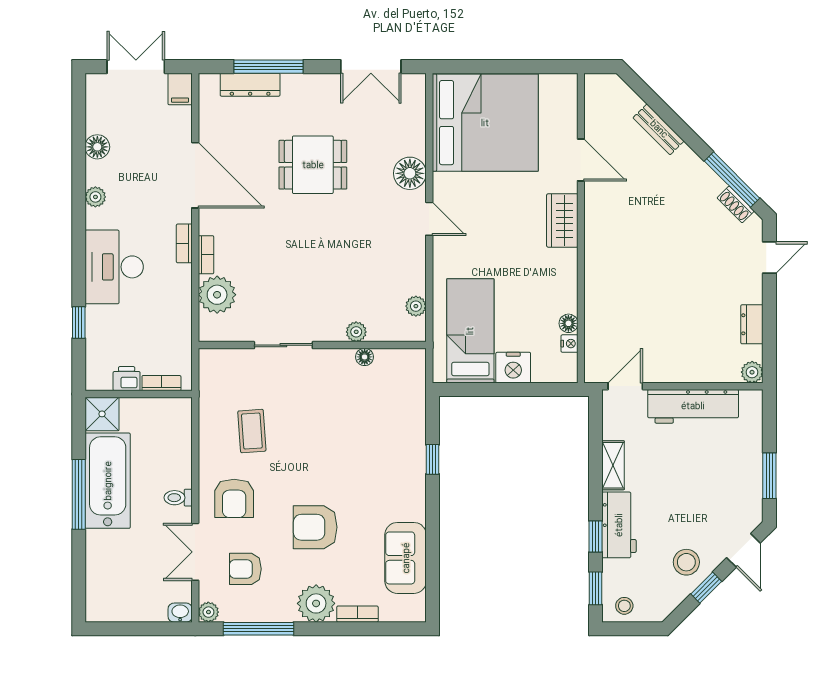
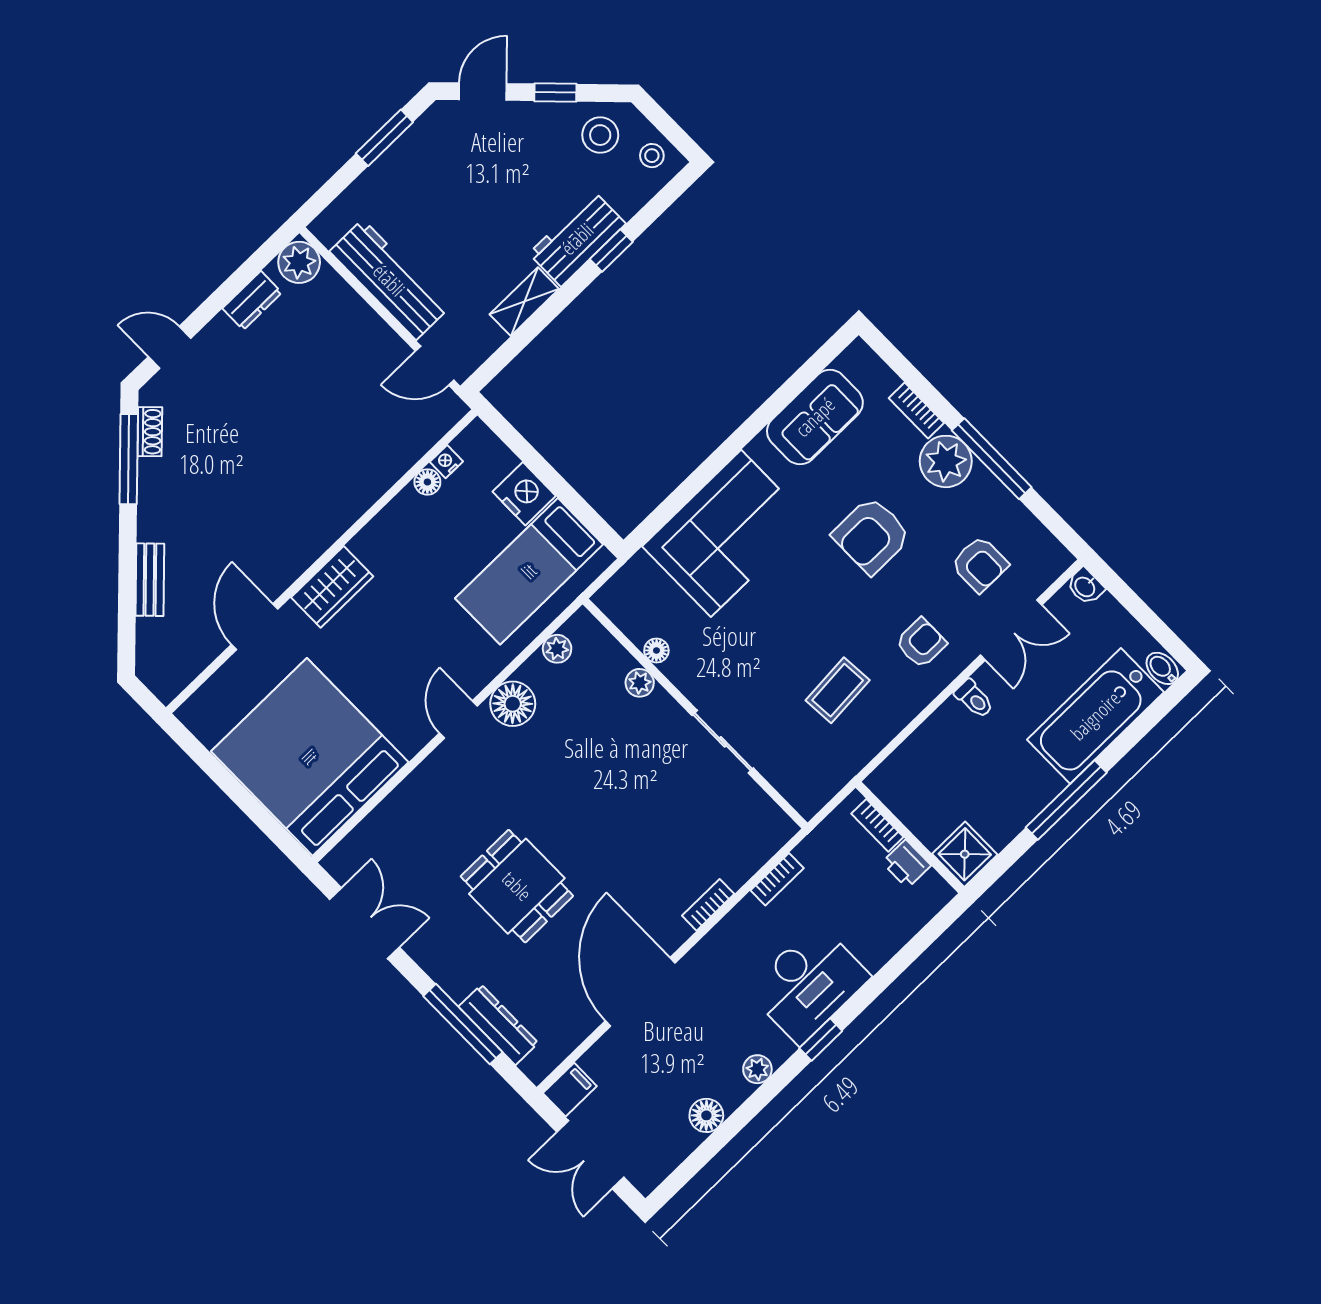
floor lamp: (410, 173) -> (513, 704), moved
bookcase: (184, 243) -> (777, 879), moved
plant: (217, 295) -> (737, 856), removed
window: (79, 323) -> (821, 1040), moved
plant: (752, 372) -> (299, 262), width x1.38, depth x1.38
corner sofa: (390, 453) -> (726, 533), added
window: (433, 459) -> (692, 485), removed
bathtub: (108, 481) -> (1095, 716), moved
armchair: (234, 498) -> (921, 643), width x0.72, depth x0.72
armchair: (315, 527) -> (872, 535), turned 90
stool: (686, 562) -> (600, 135), moved
window: (596, 588) -> (662, 201), removed
bidet: (98, 611) -> (1162, 668), added
plant: (208, 612) -> (1058, 559), removed
window: (258, 629) -> (992, 459), moved

